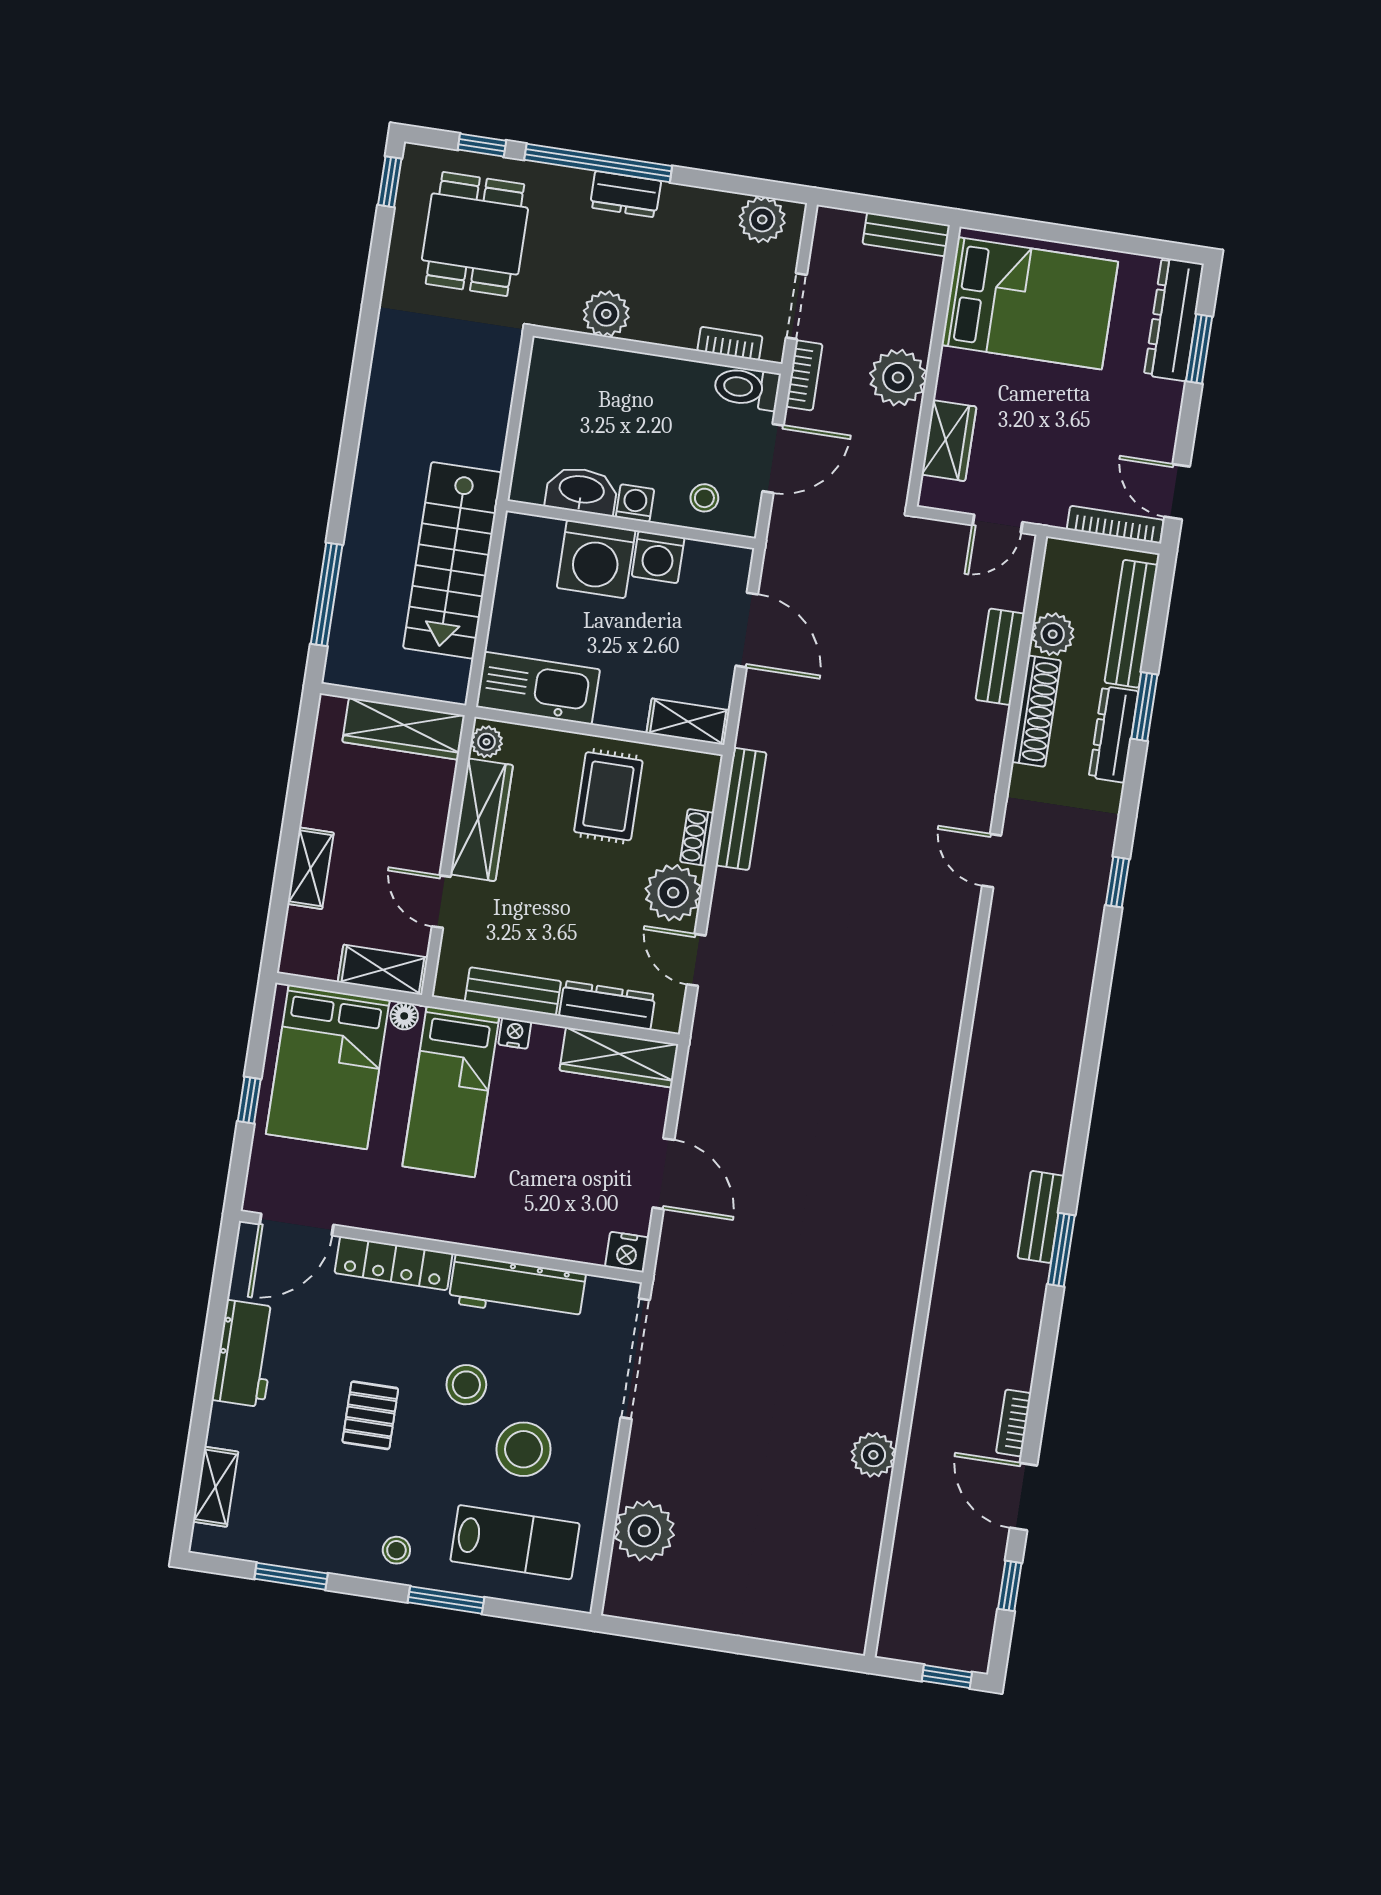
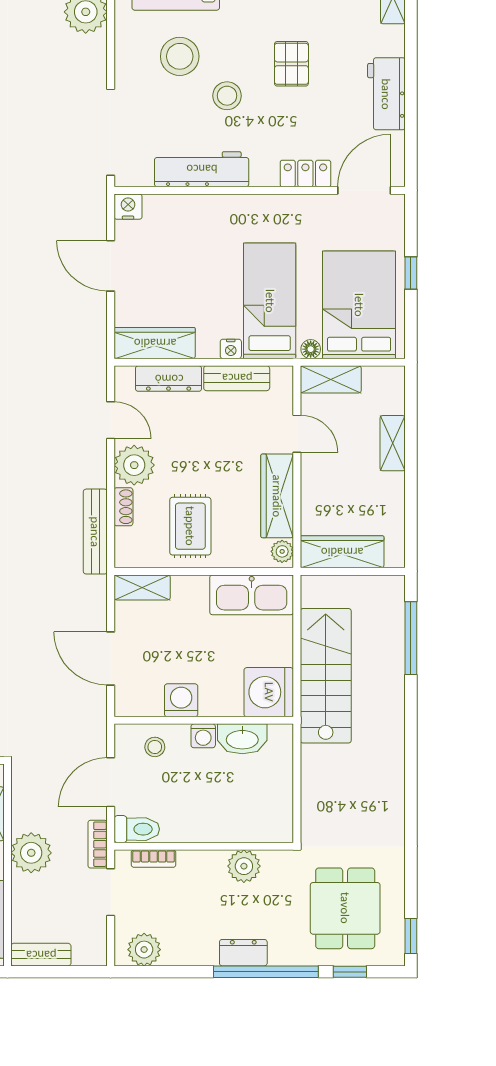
washing machine: (596, 559) -> (269, 692), moved, turned -90
locker: (394, 1263) -> (305, 174), width x0.66

